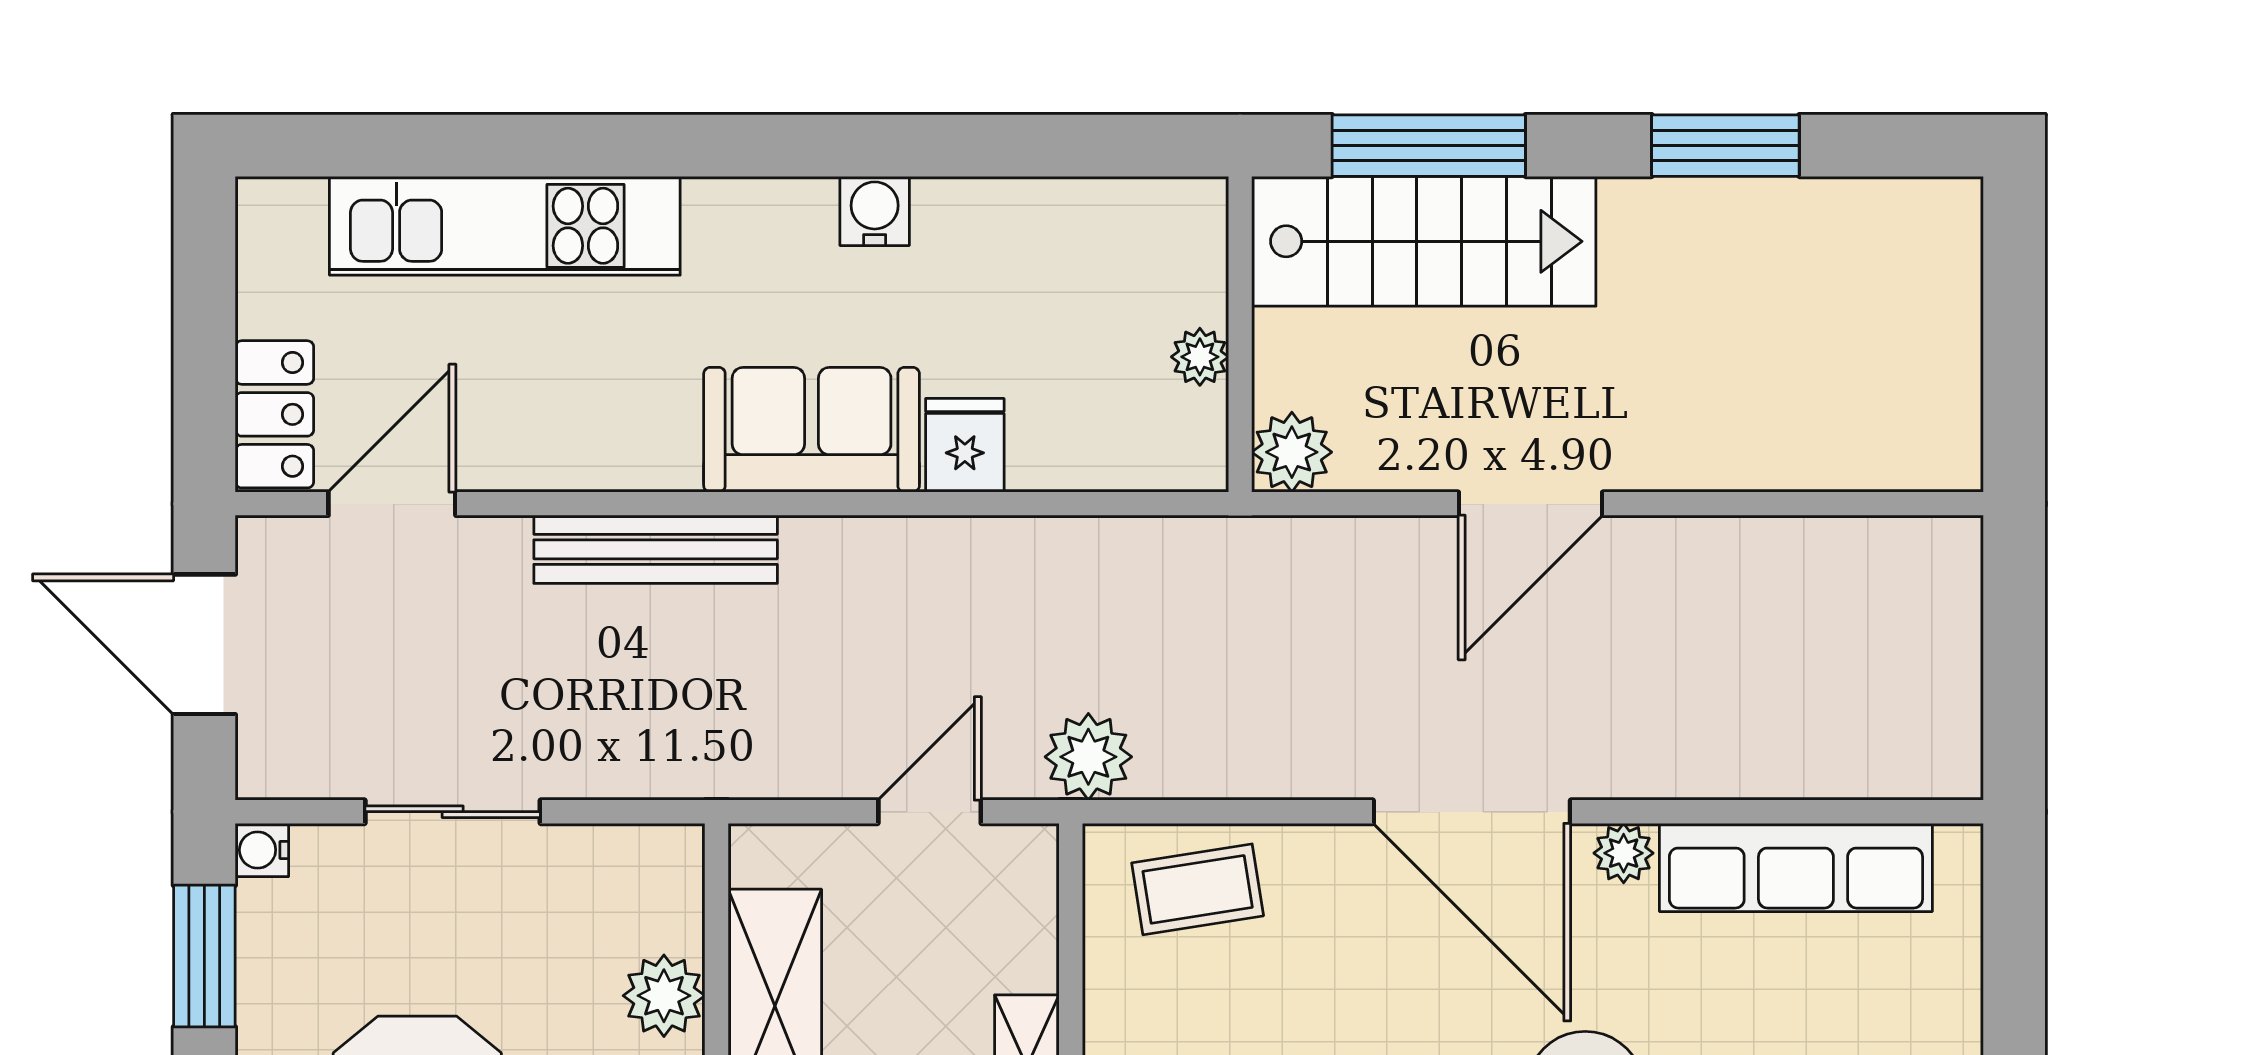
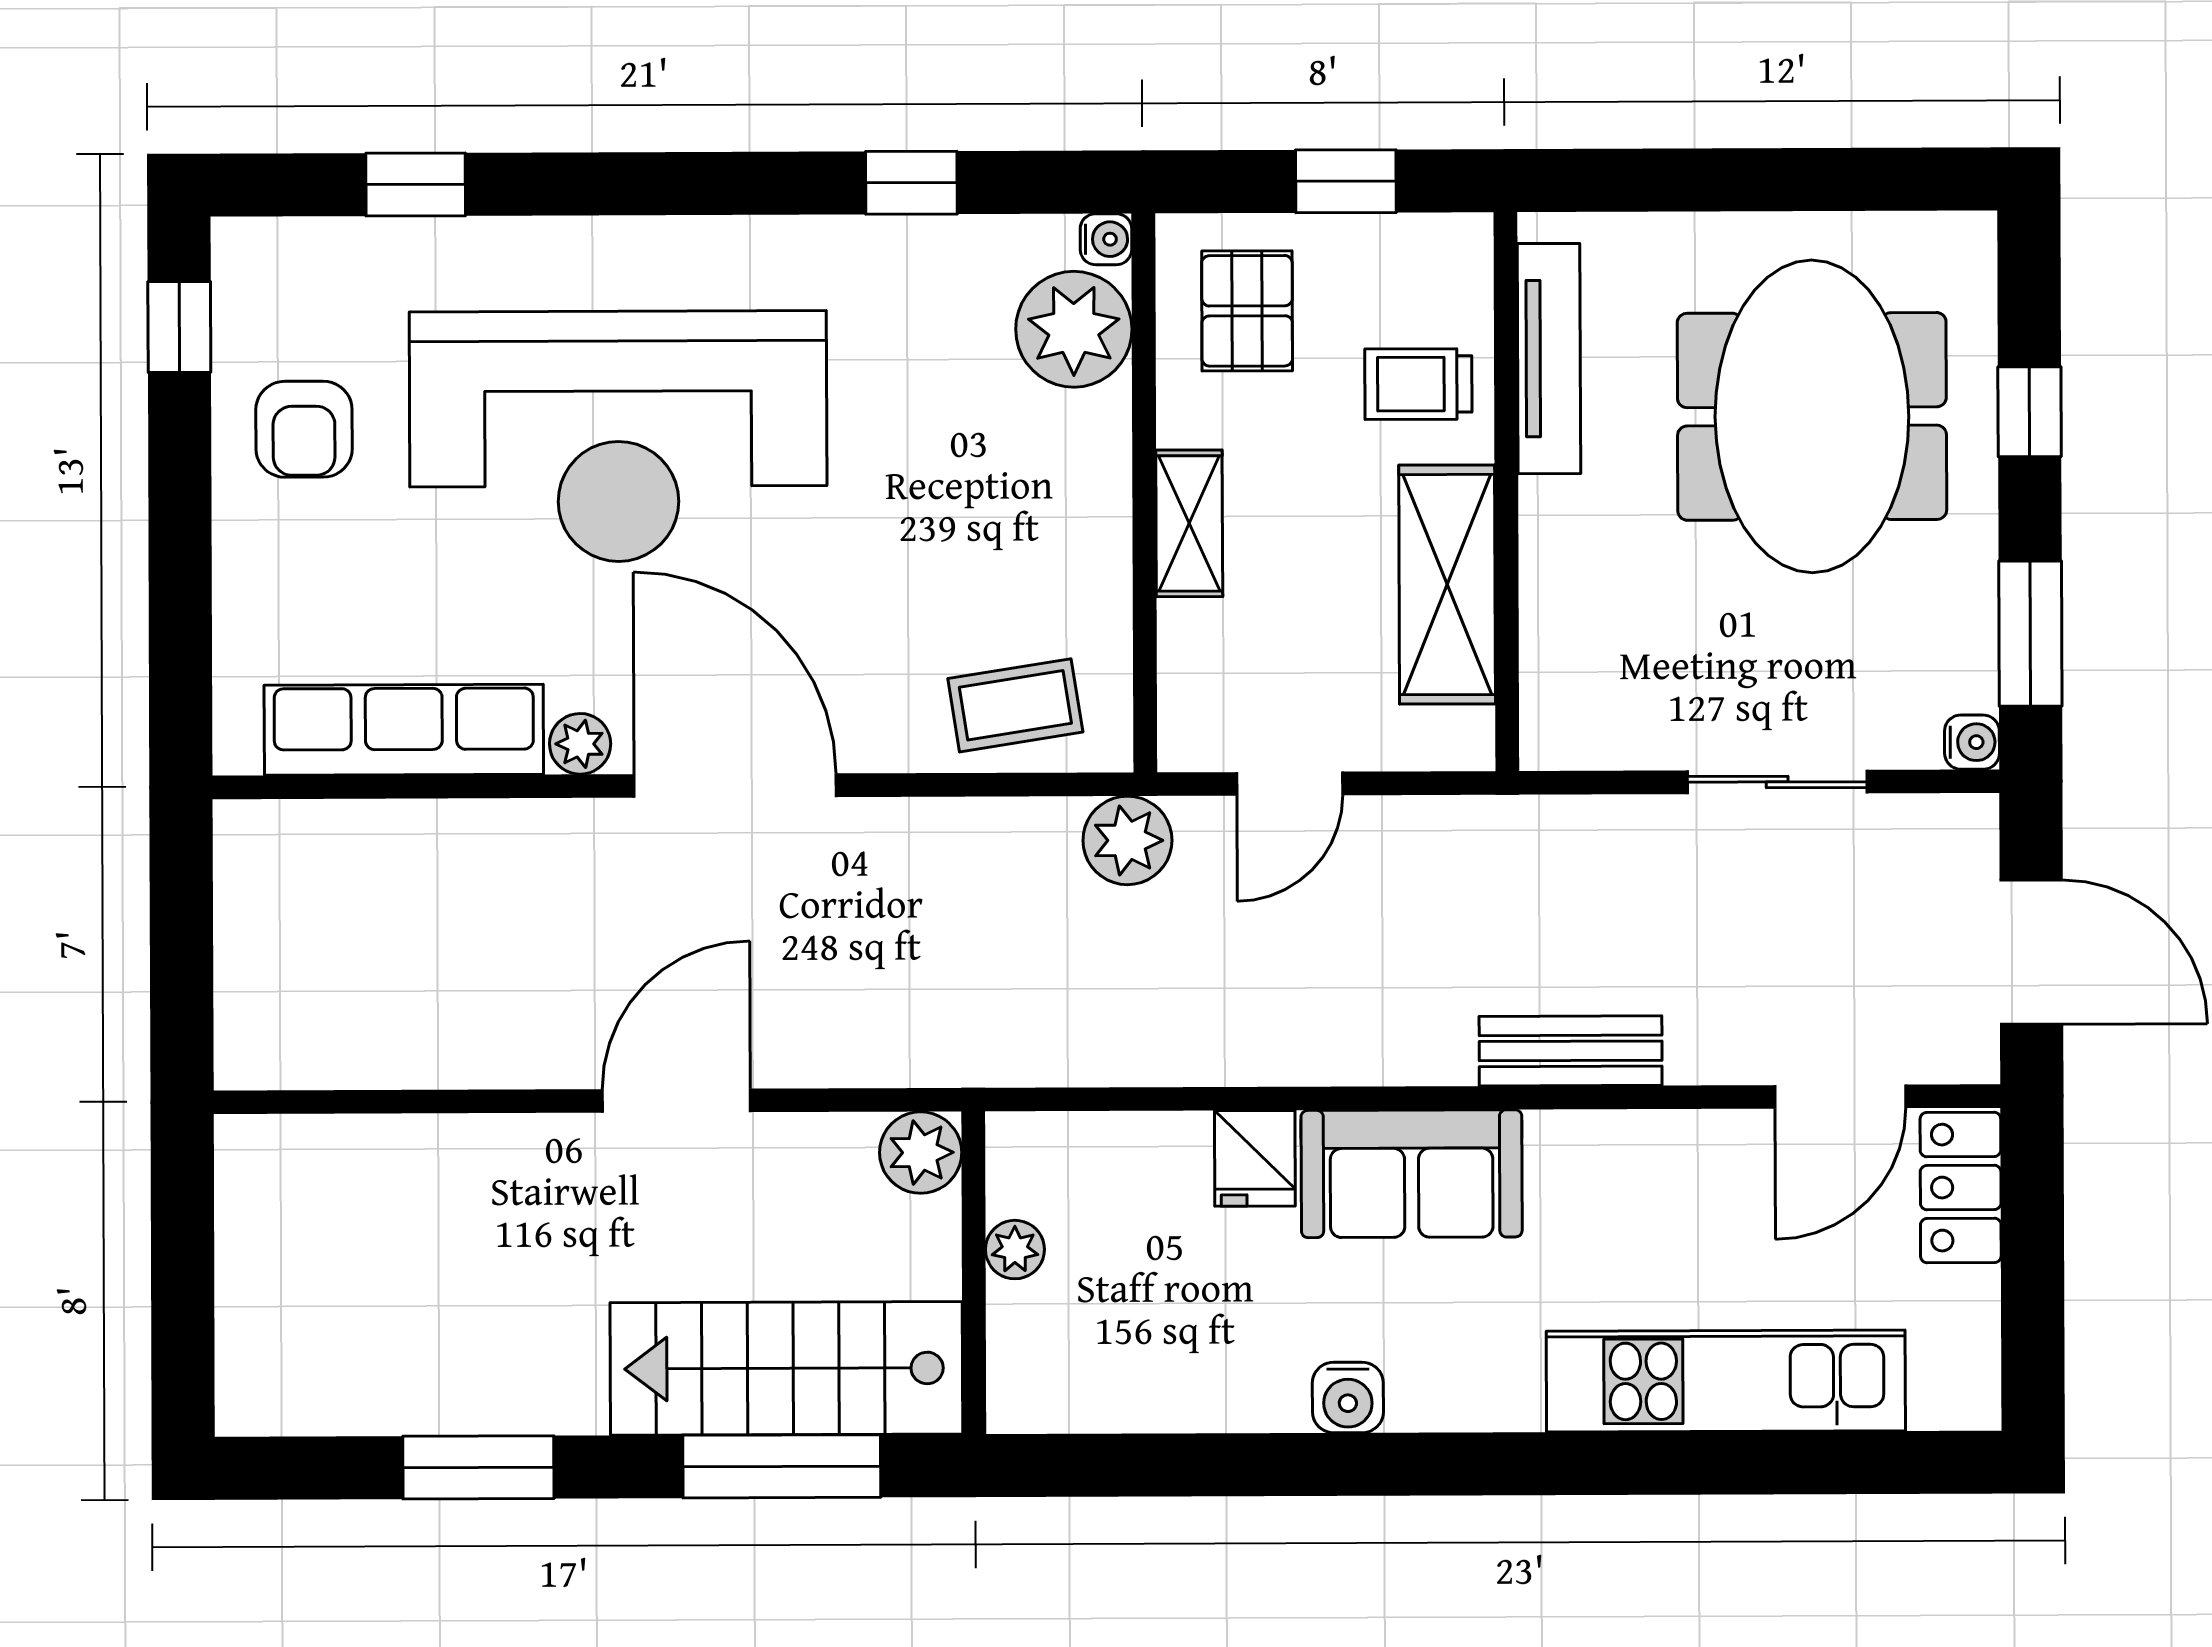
bench: (656, 549) -> (1571, 1051), width x0.73
plant: (664, 996) -> (1560, 595), removed

